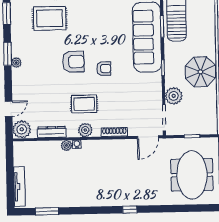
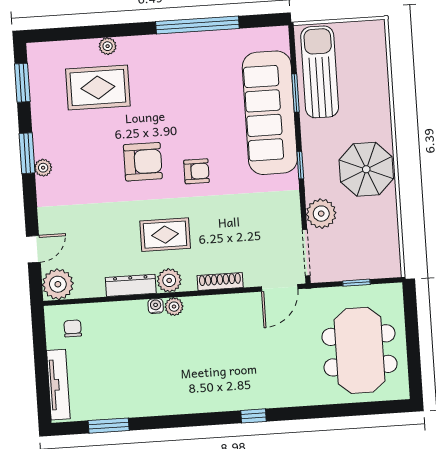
dresser: (52, 132) -> (131, 285), moved
plant: (66, 146) -> (174, 307), moved
chair: (29, 155) -> (73, 328), added

